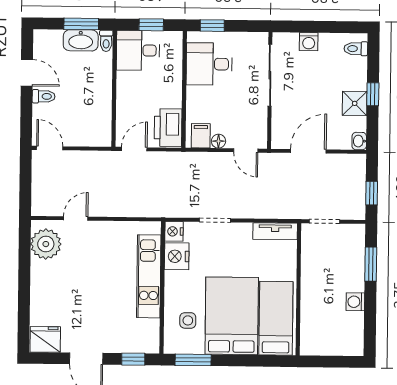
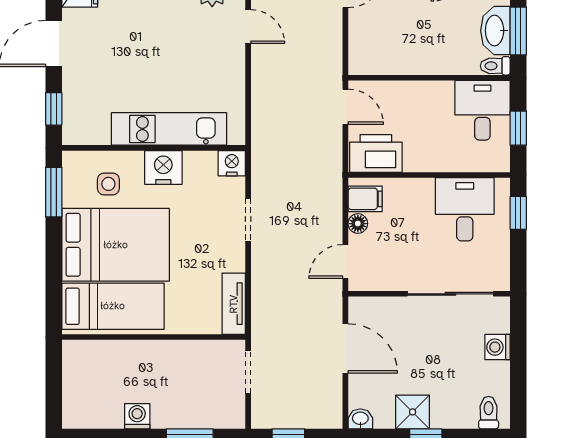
nightstand: (177, 256) -> (163, 167), moved

